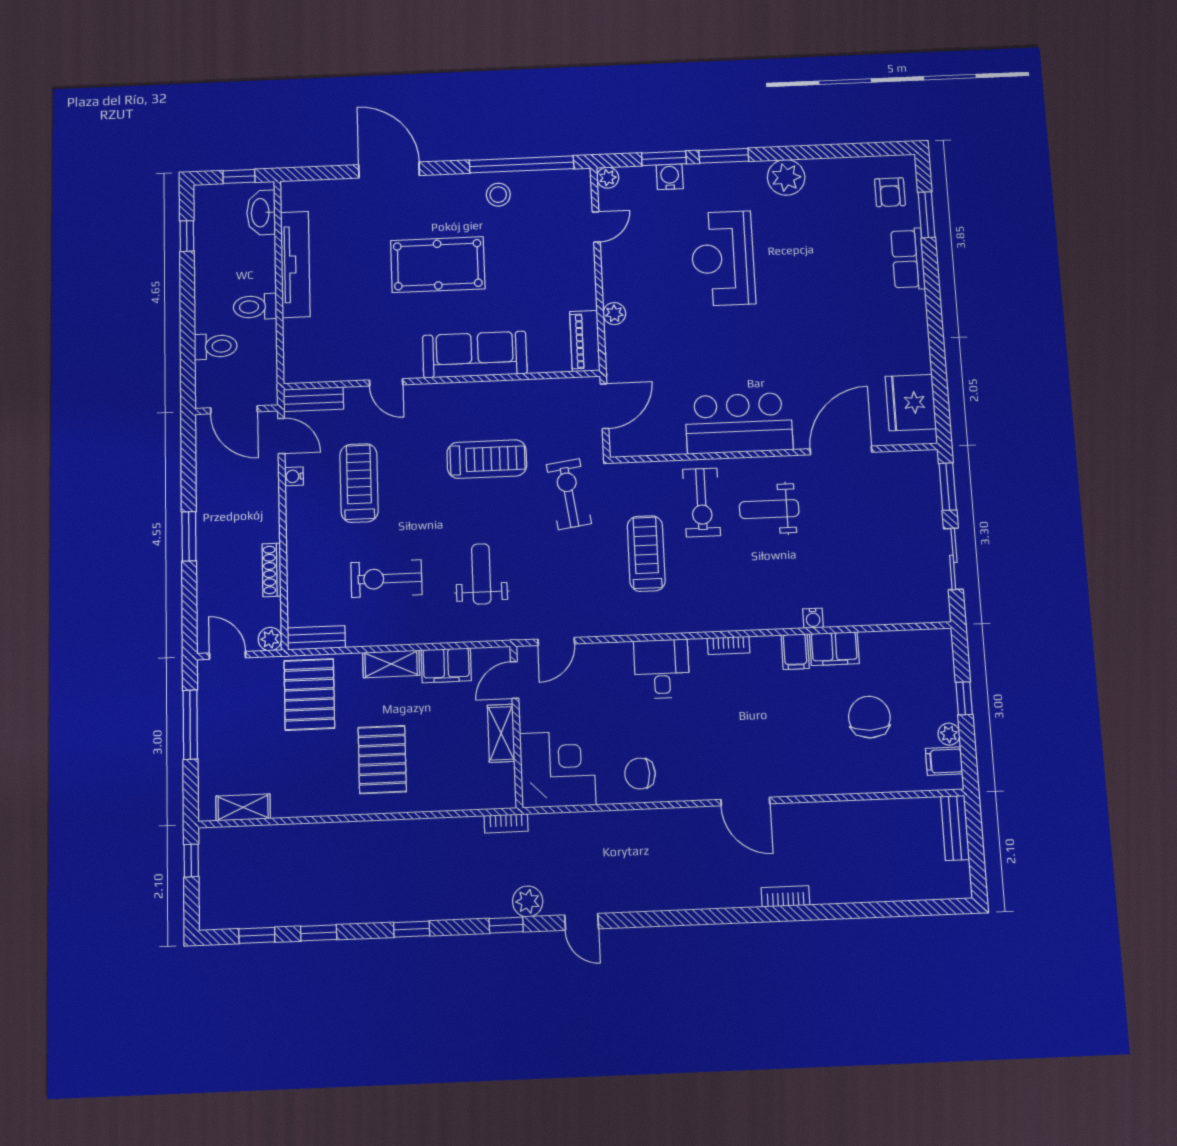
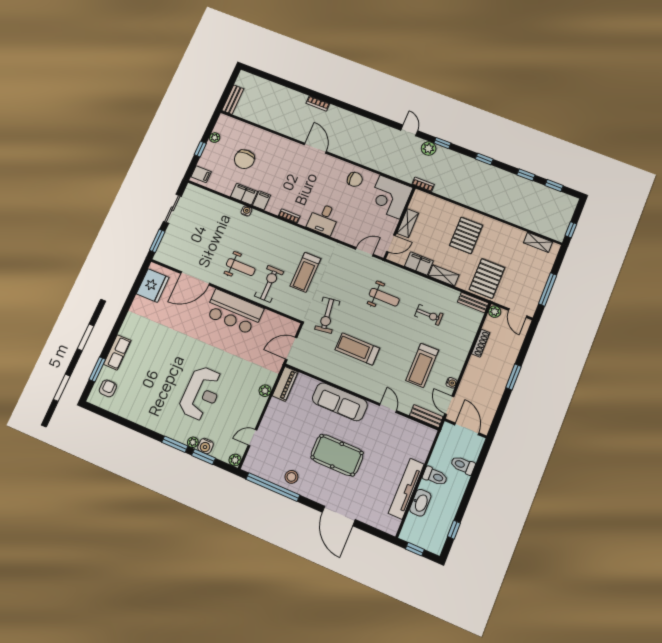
plant: (786, 177) -> (193, 442), moved, width x0.53, depth x0.53
washbasin: (261, 213) -> (420, 503), moved
weight bench: (481, 574) -> (384, 297), turned -90
exercise bike: (386, 579) -> (429, 315), width x0.73, depth x0.72
filing cabinet: (944, 761) -> (201, 174), moved

